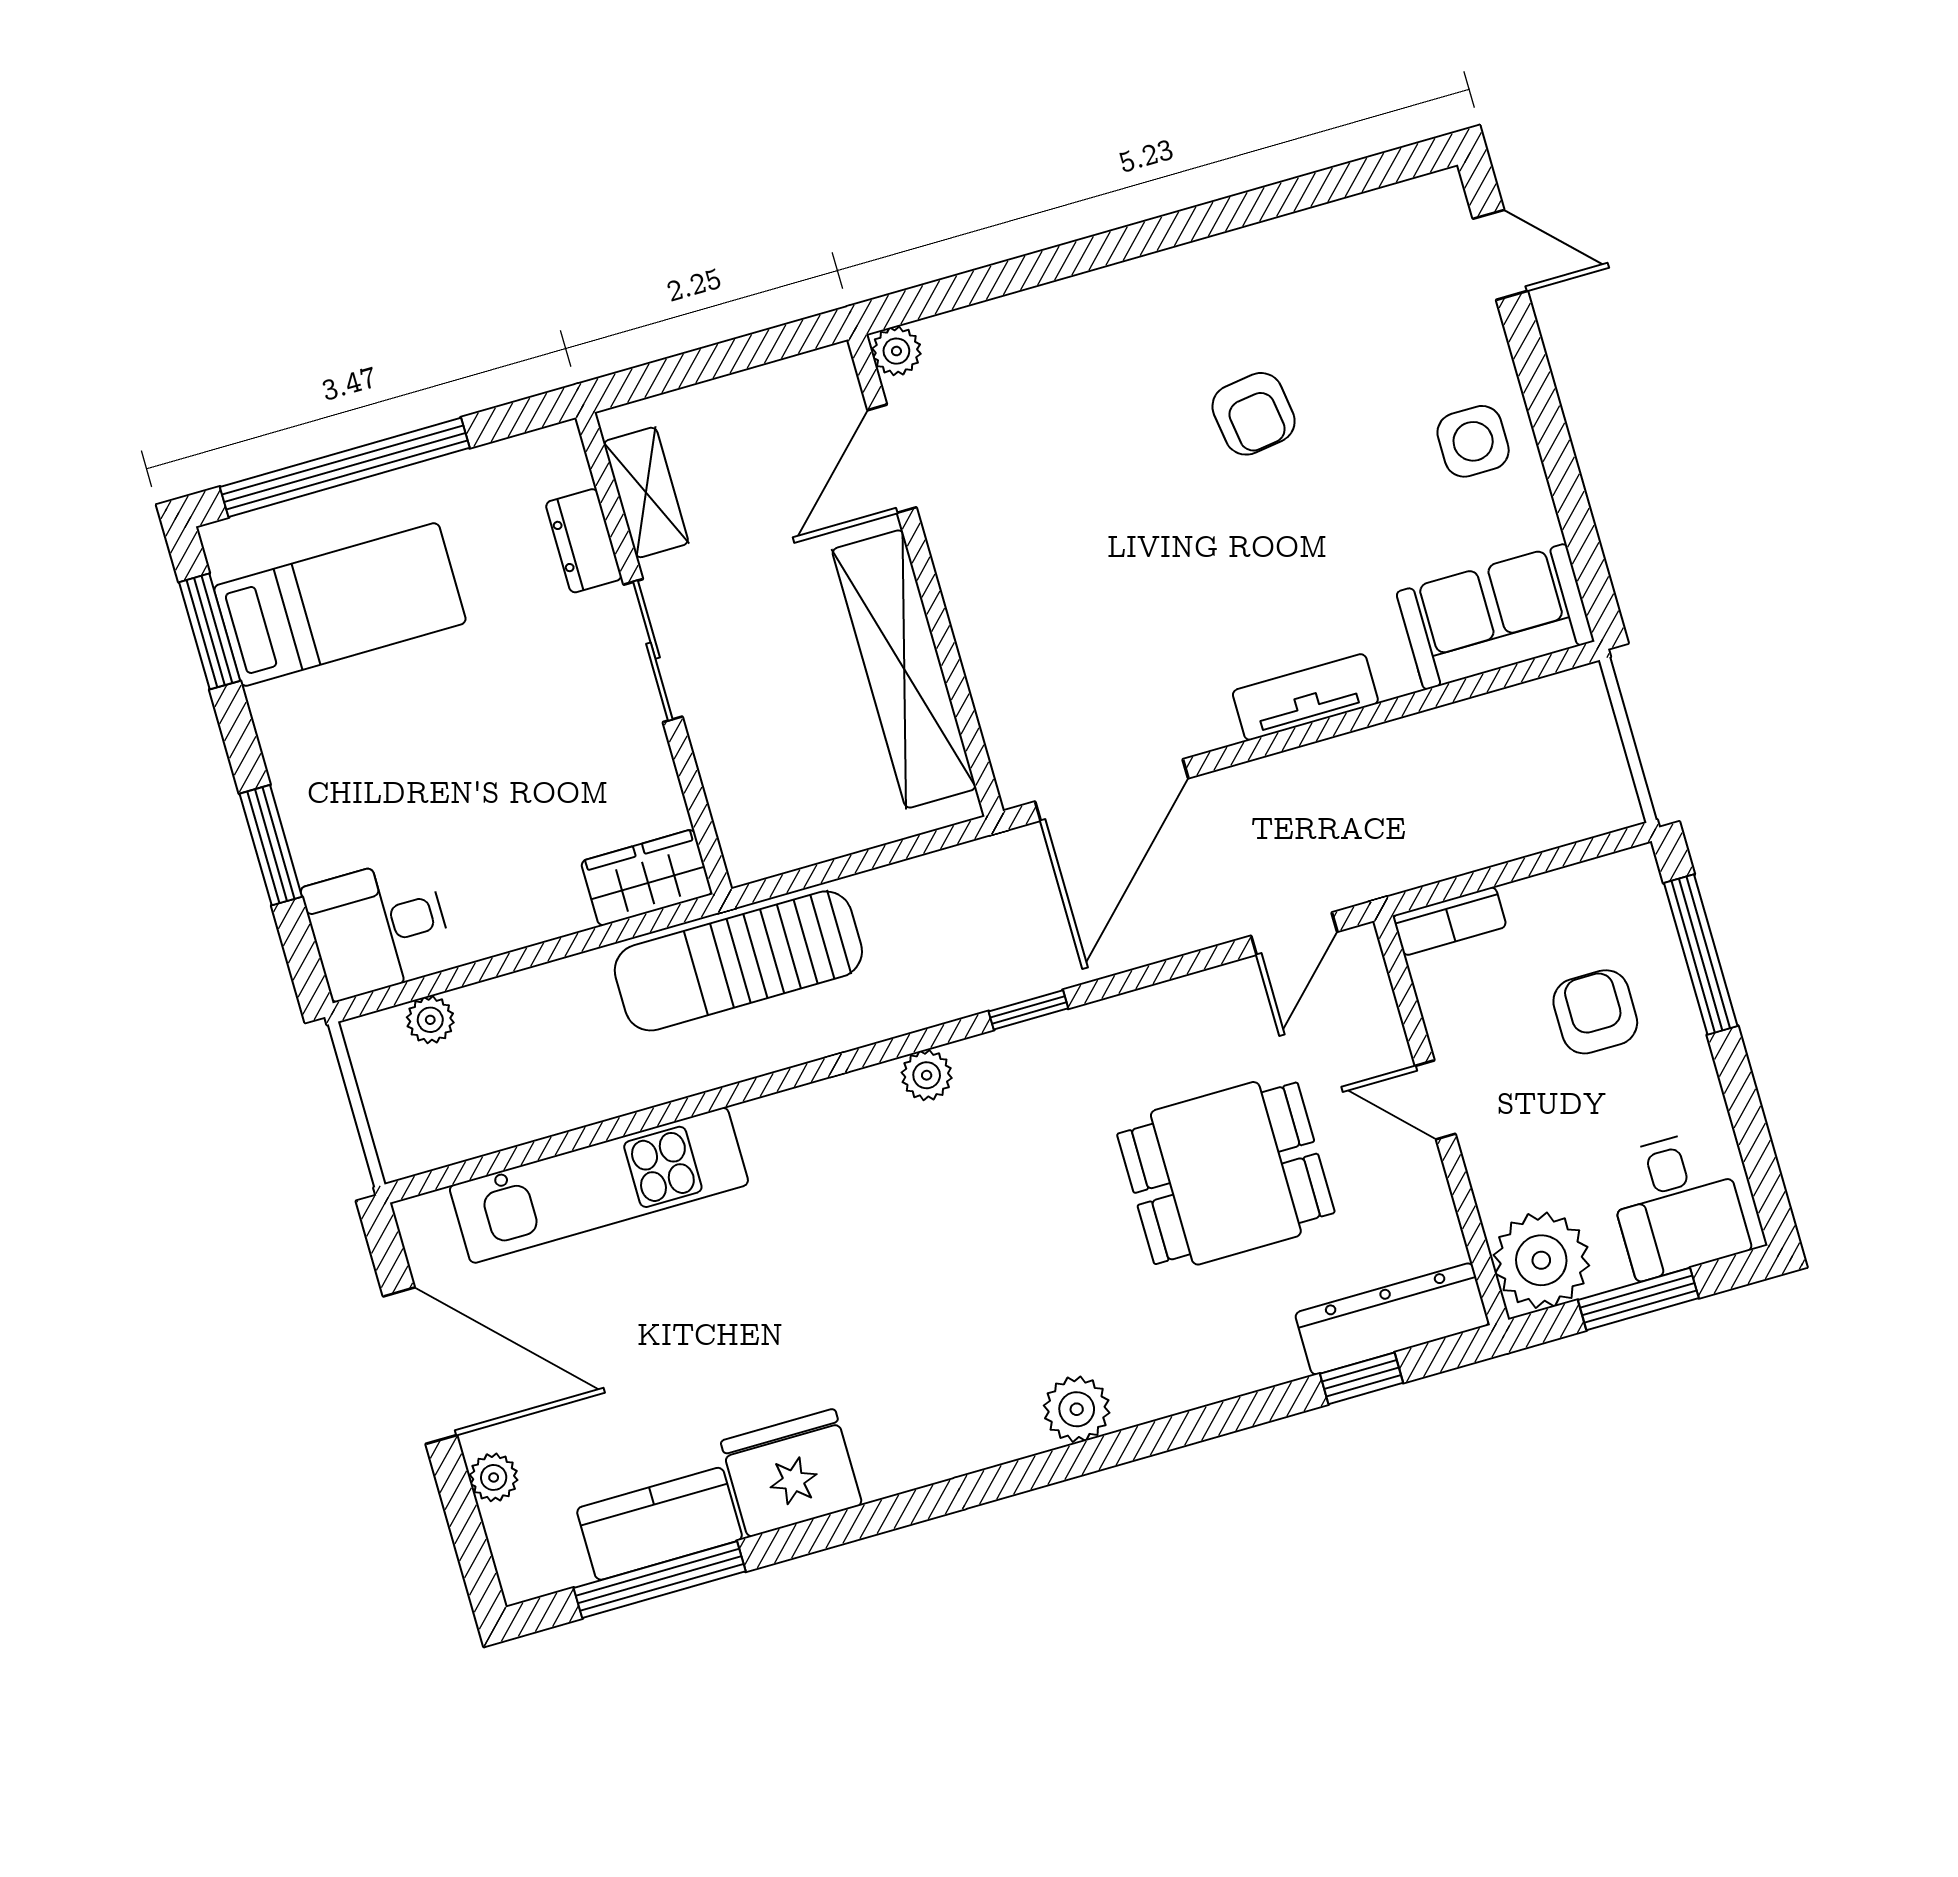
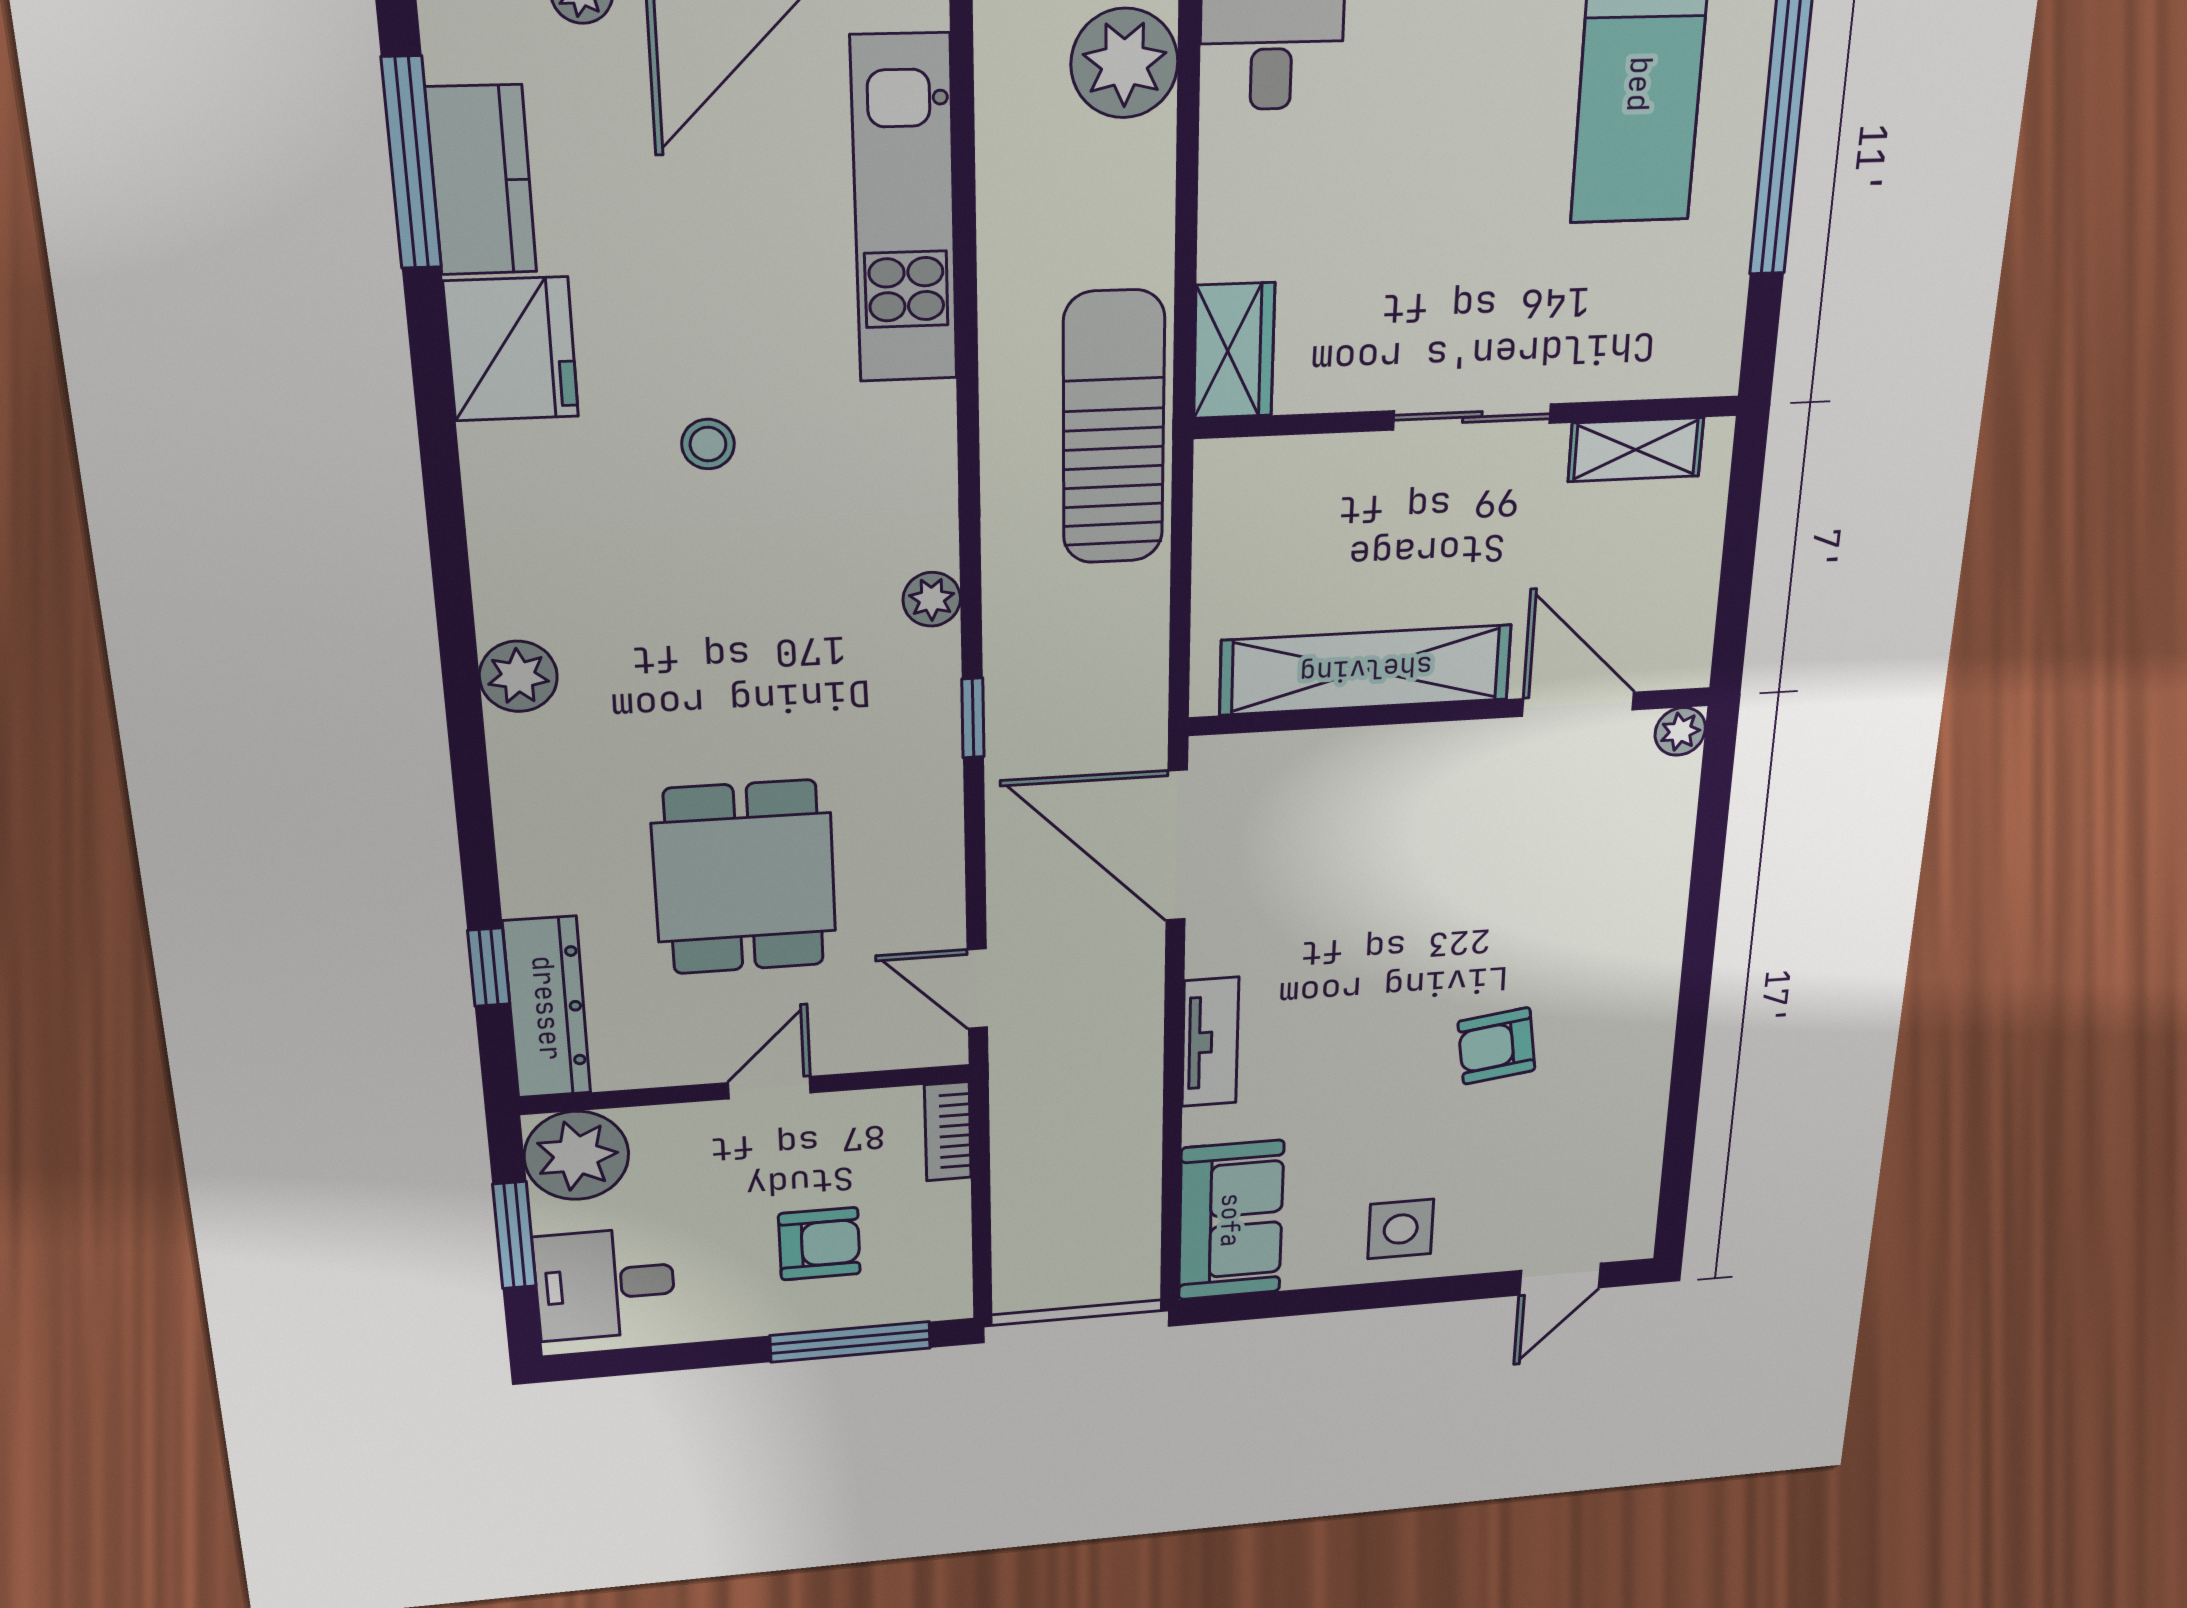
dresser: (584, 541) -> (1611, 372), removed
plant: (430, 1020) -> (1124, 63), width x1.87, depth x1.87
stool: (833, 1297) -> (708, 444), added

